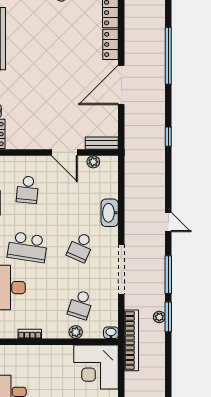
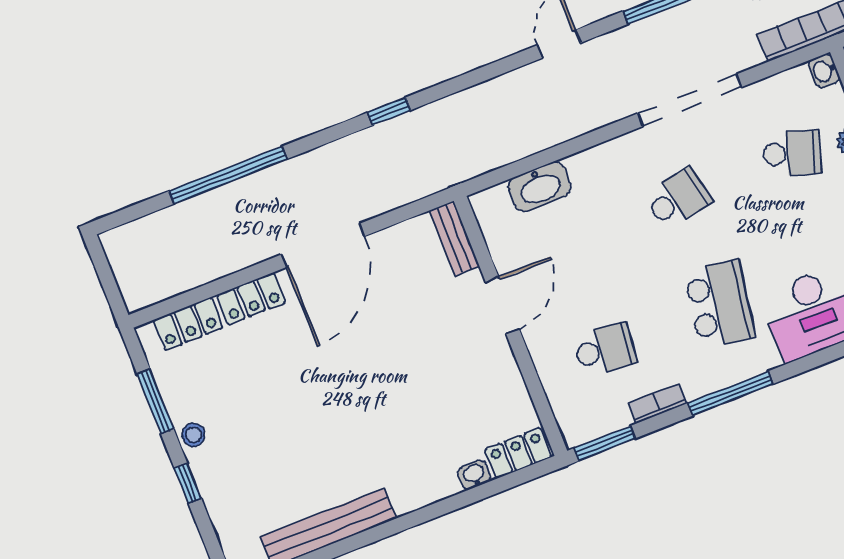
door: (121, 85) -> (323, 245), hinge flipped
plant: (93, 162) -> (498, 241), removed
washbasin: (110, 213) -> (540, 187), moved
school desk: (81, 247) -> (678, 199), turned -36

